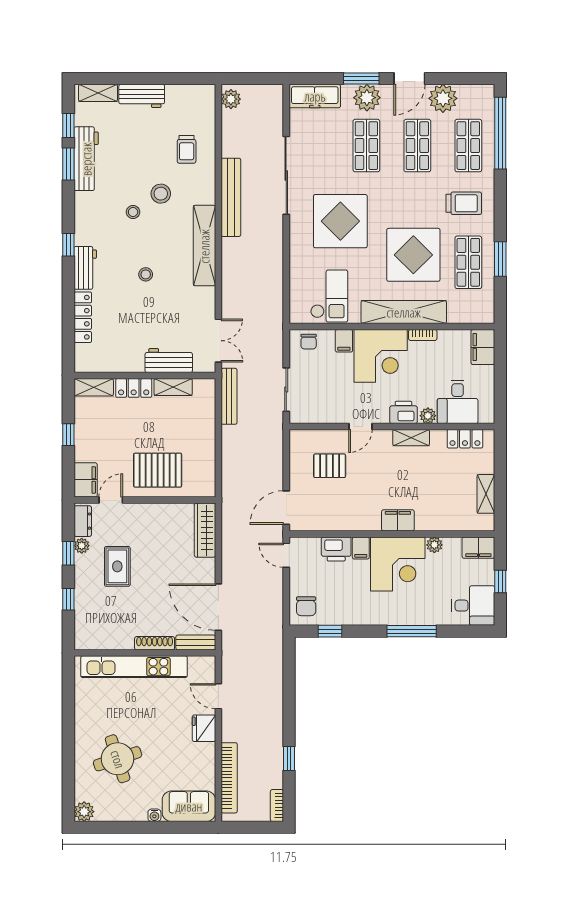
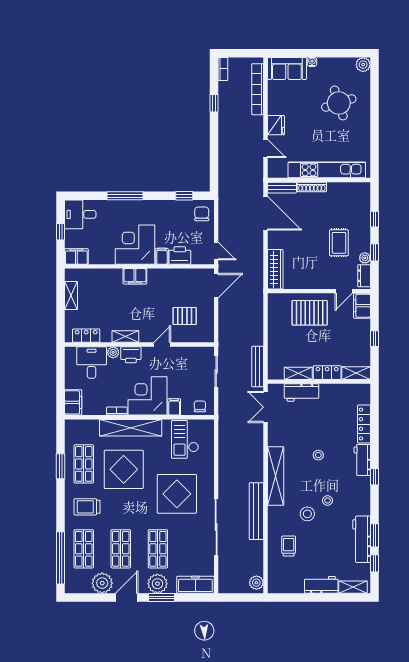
plant: (434, 545) -> (108, 259), removed

